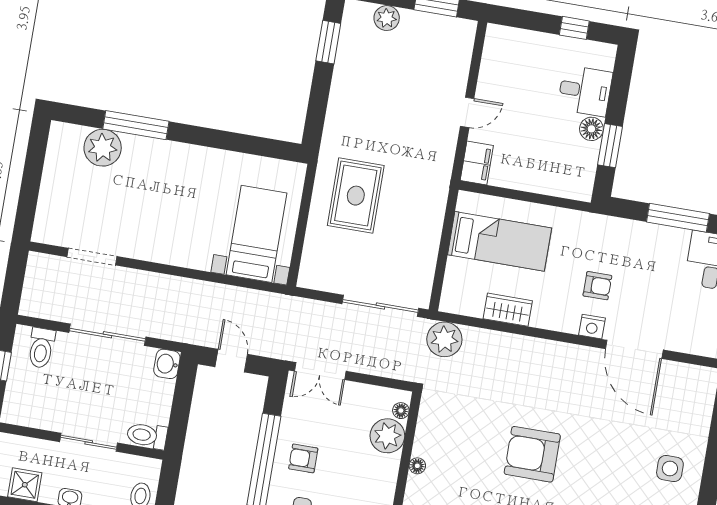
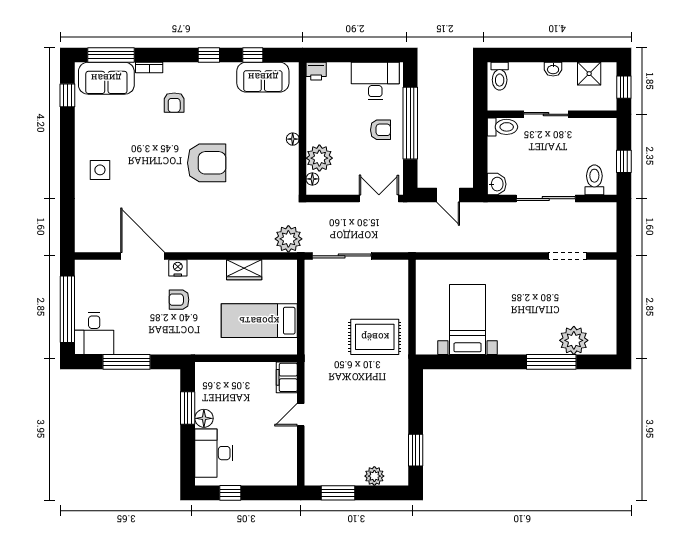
desk: (585, 91) -> (214, 453), width x1.37
rug: (356, 196) -> (375, 337), turned 90
bed with nightstands: (256, 234) -> (468, 320), moved, turned 180

